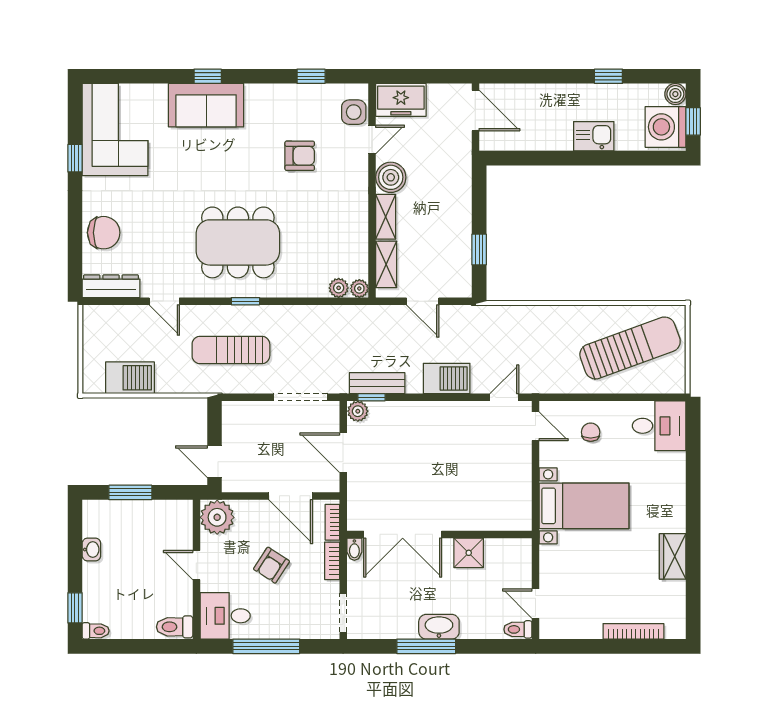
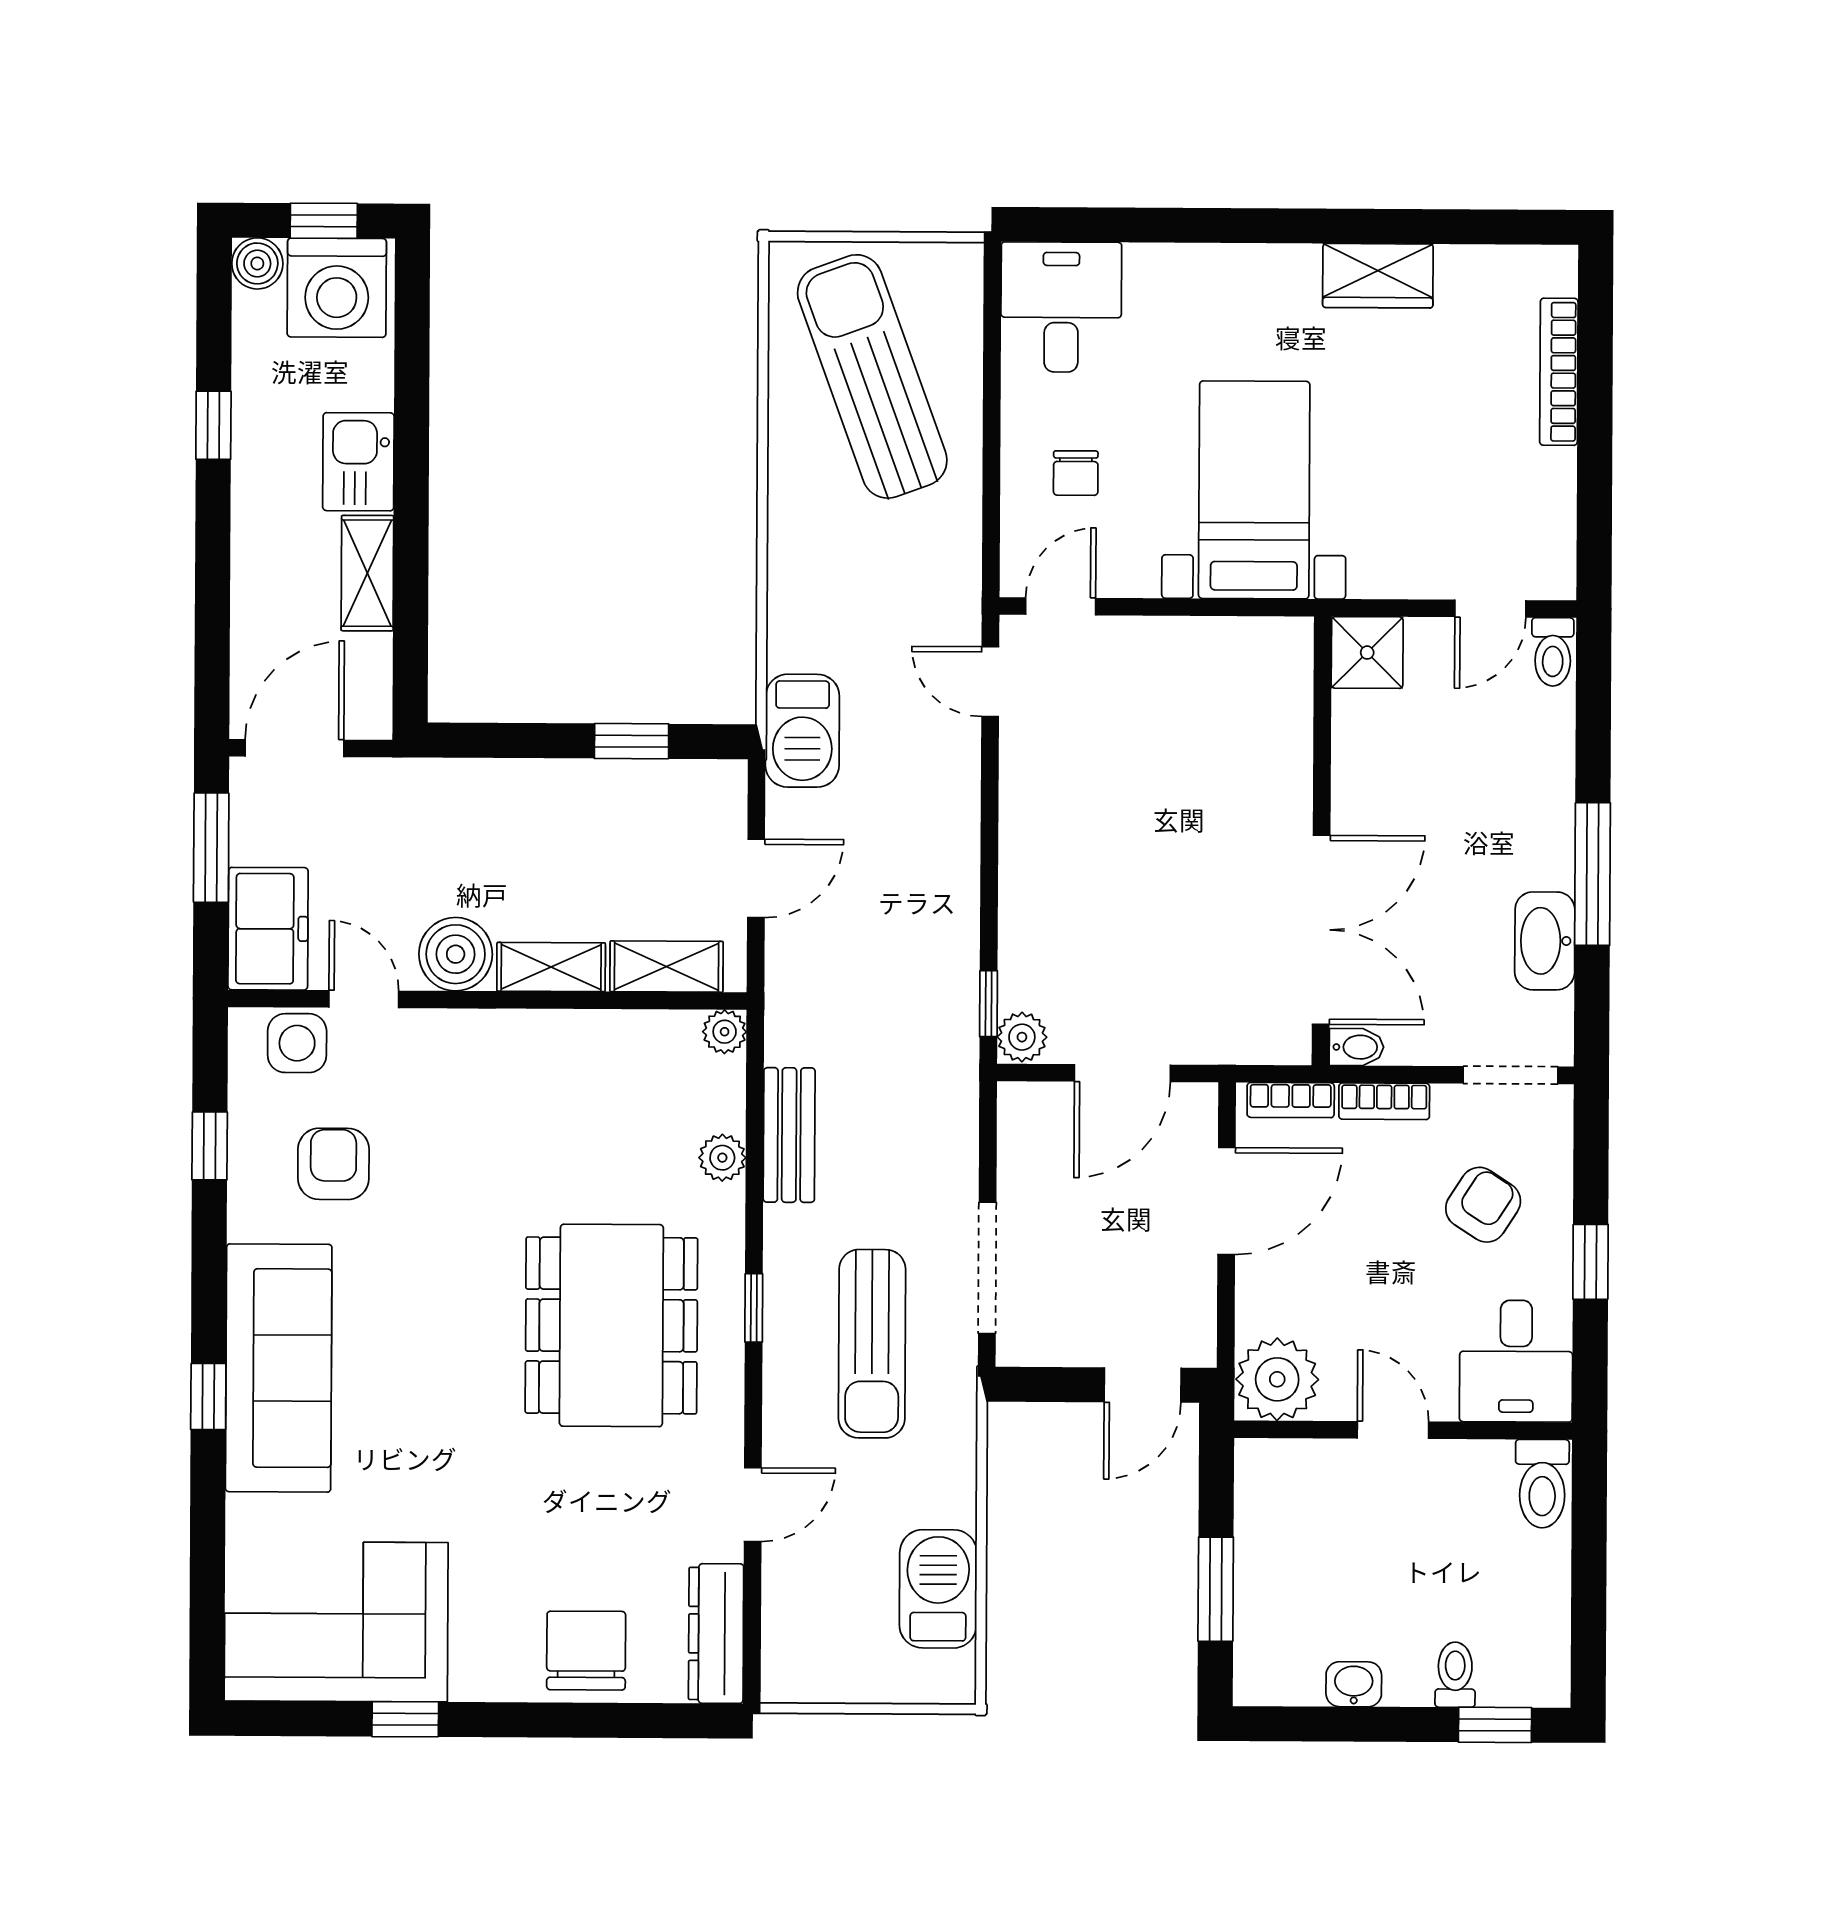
window: (434, 76) -> (211, 848), added
sofa: (206, 105) -> (279, 1368), width x1.36
shelving: (548, 140) -> (367, 573), added
armchair: (300, 156) -> (333, 1164), moved
plant: (339, 288) -> (722, 1158), moved
barbecue: (447, 379) -> (802, 731), moved, turned 180
bench: (377, 383) -> (789, 1135), moved
doorway: (300, 397) -> (987, 1268), moved
chair: (591, 432) -> (1076, 473), turned -90
shower: (469, 553) -> (1367, 653), moved
door: (196, 565) -> (1393, 1430), swing flipped
armchair: (271, 565) -> (1483, 1205), moved, turned -90
washbasin: (439, 627) -> (1545, 941), moved
toilet: (96, 631) -> (1455, 1675), moved
window: (266, 646) -> (1590, 1262), width x0.46

